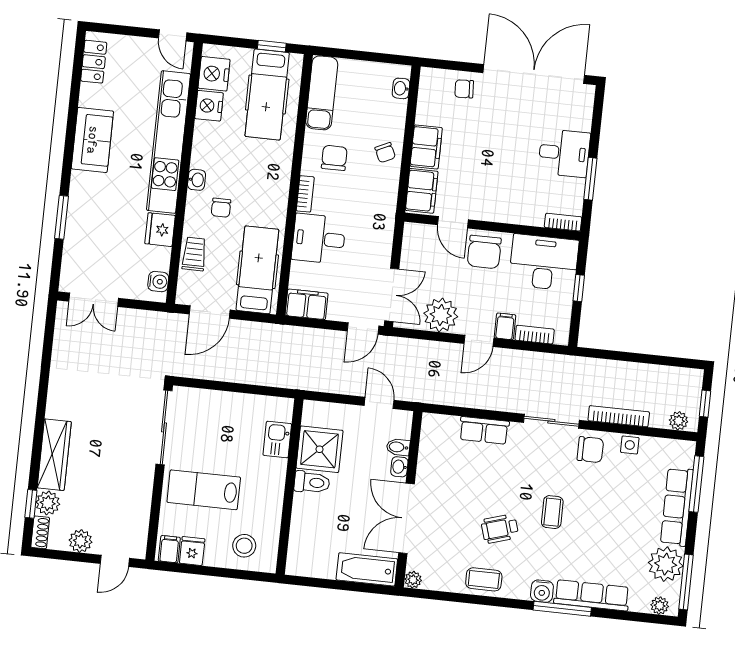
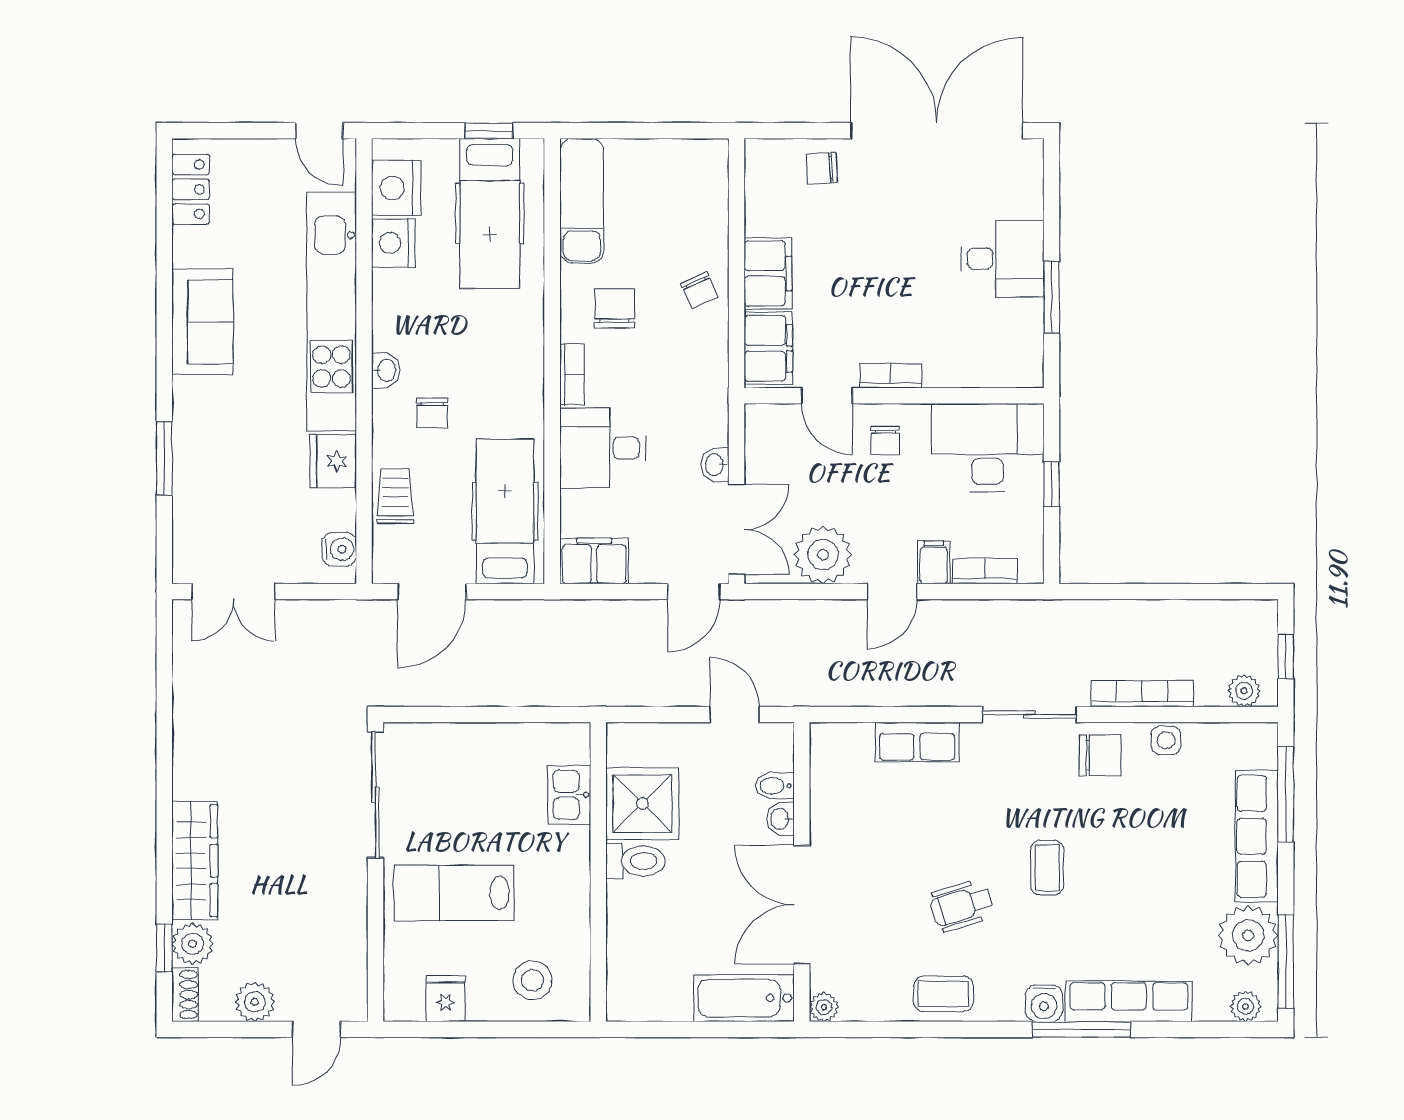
washbasin: (401, 88) -> (715, 465), moved
bookcase: (563, 222) -> (891, 376), moved
chair: (484, 252) -> (885, 440), width x0.54, depth x0.54
filing cabinet: (169, 549) -> (407, 1000), removed

